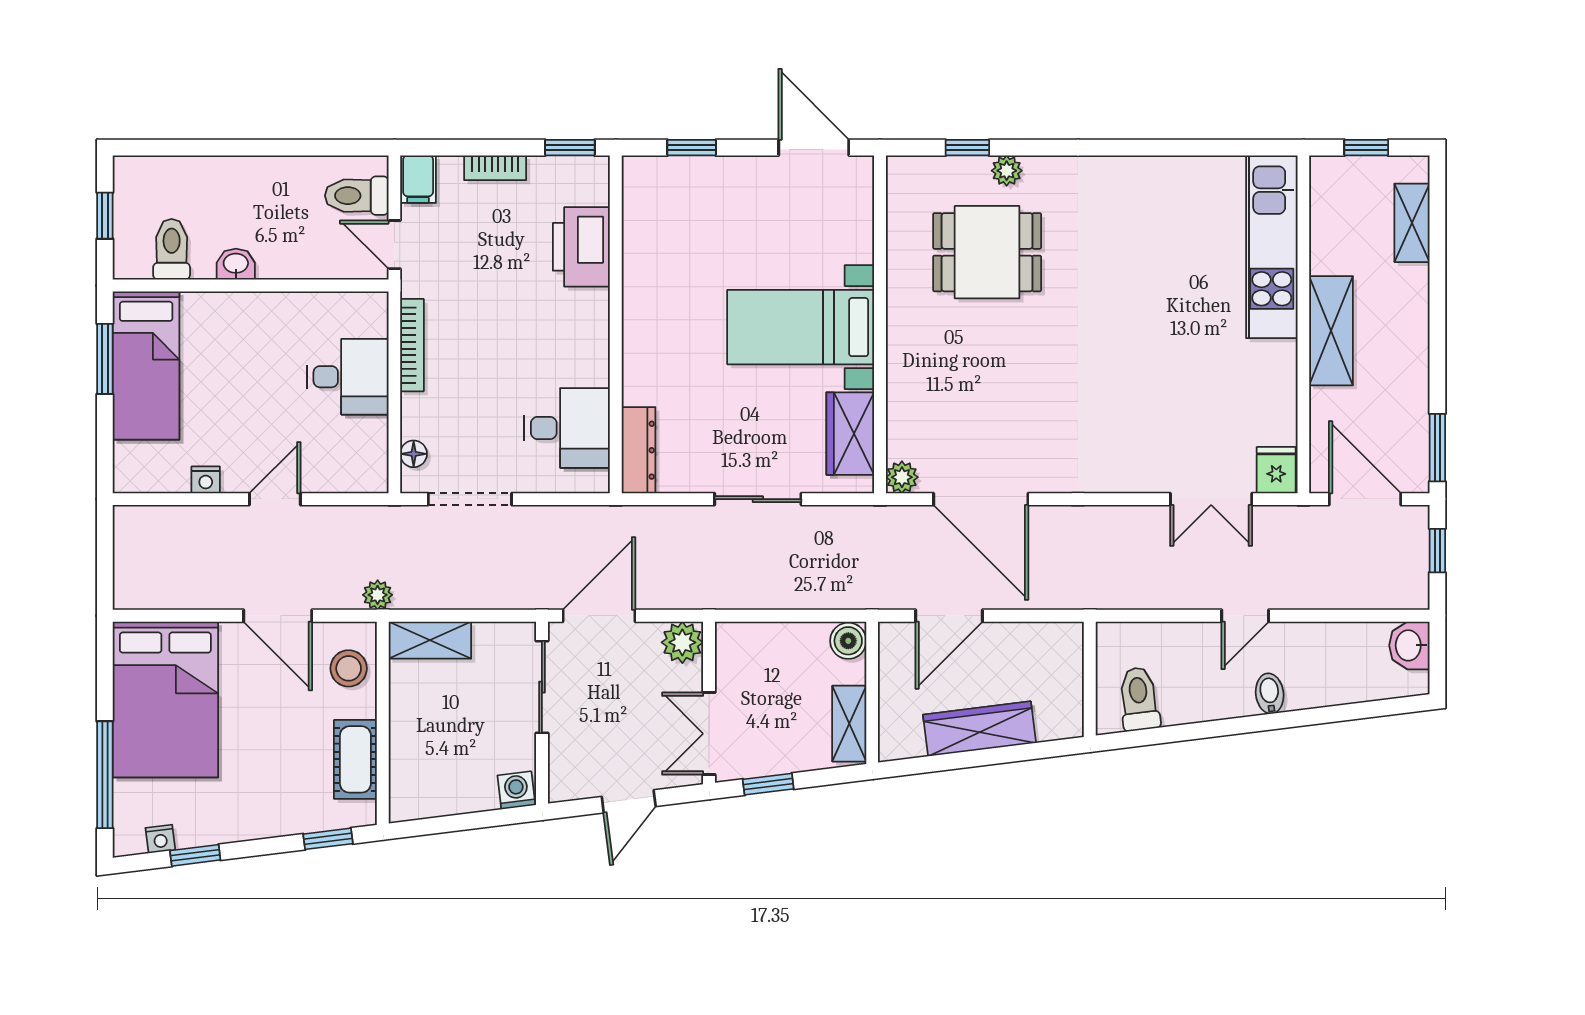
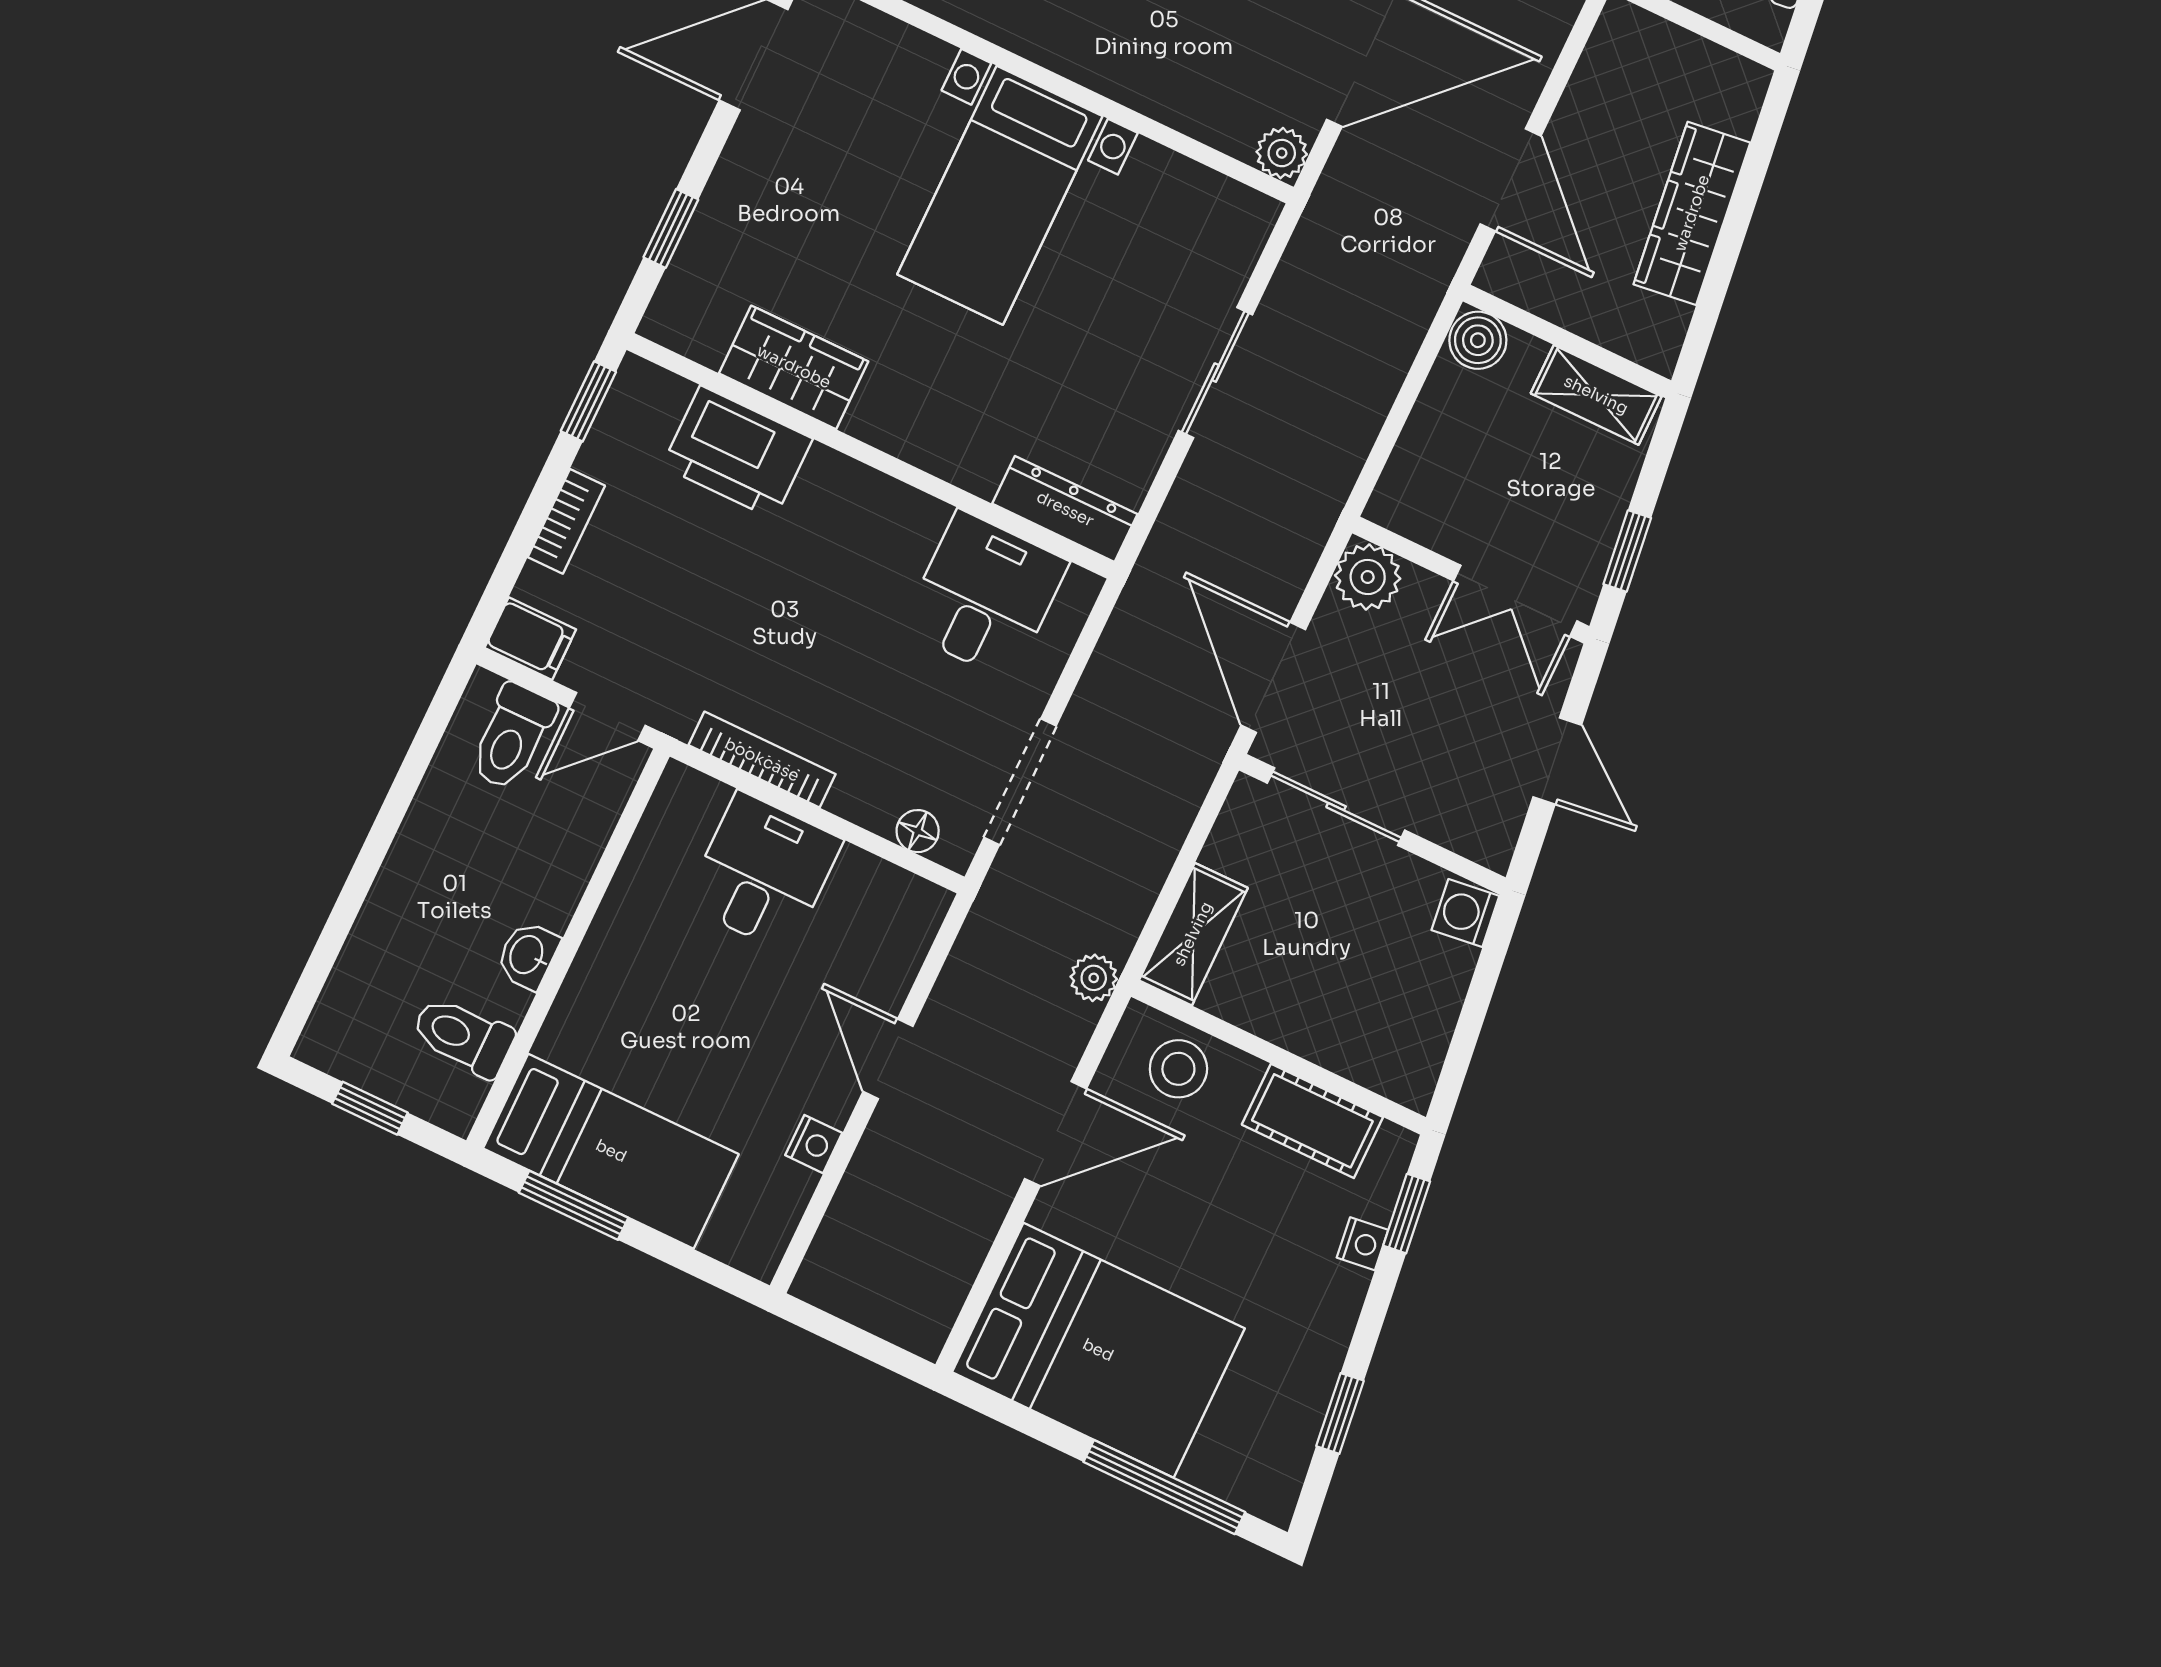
wardrobe: (850, 434) -> (794, 367), moved, turned 180
nightstand: (160, 839) -> (1362, 1244), moved

